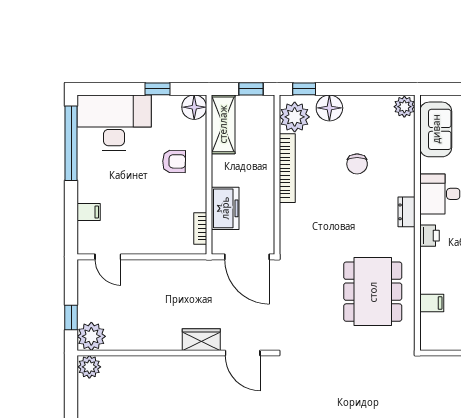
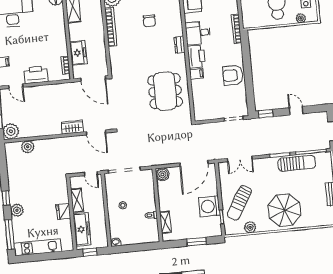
armchair: (174, 161) -> (47, 29), removed
printer: (430, 236) -> (196, 57), width x1.87, depth x1.48
printer: (146, 240) -> (36, 75), added
filing cabinet: (432, 303) -> (197, 74), moved
plant: (89, 367) -> (28, 147), moved

